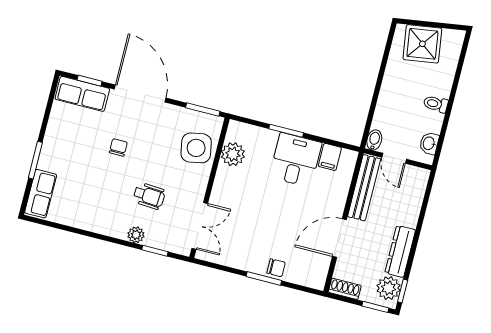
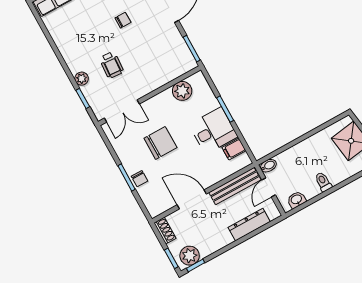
side table: (196, 148) -> (165, 66), removed
chair: (262, 218) -> (160, 143), added
dresser: (400, 251) -> (249, 225), moved

